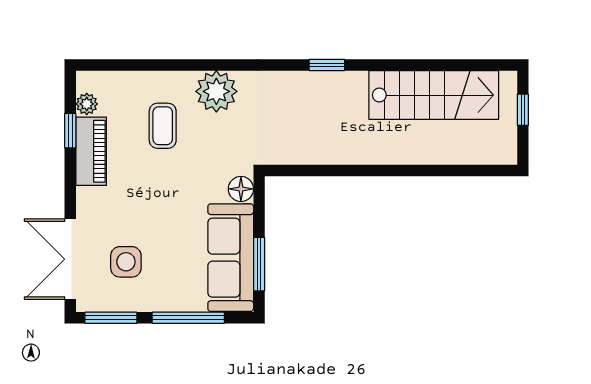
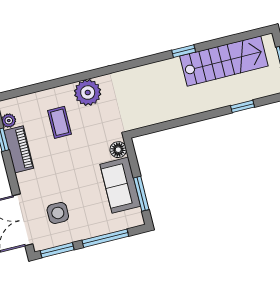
window: (327, 65) -> (184, 51), moved
window: (445, 171) -> (243, 106), added
sofa: (231, 258) -> (120, 185), width x0.73

